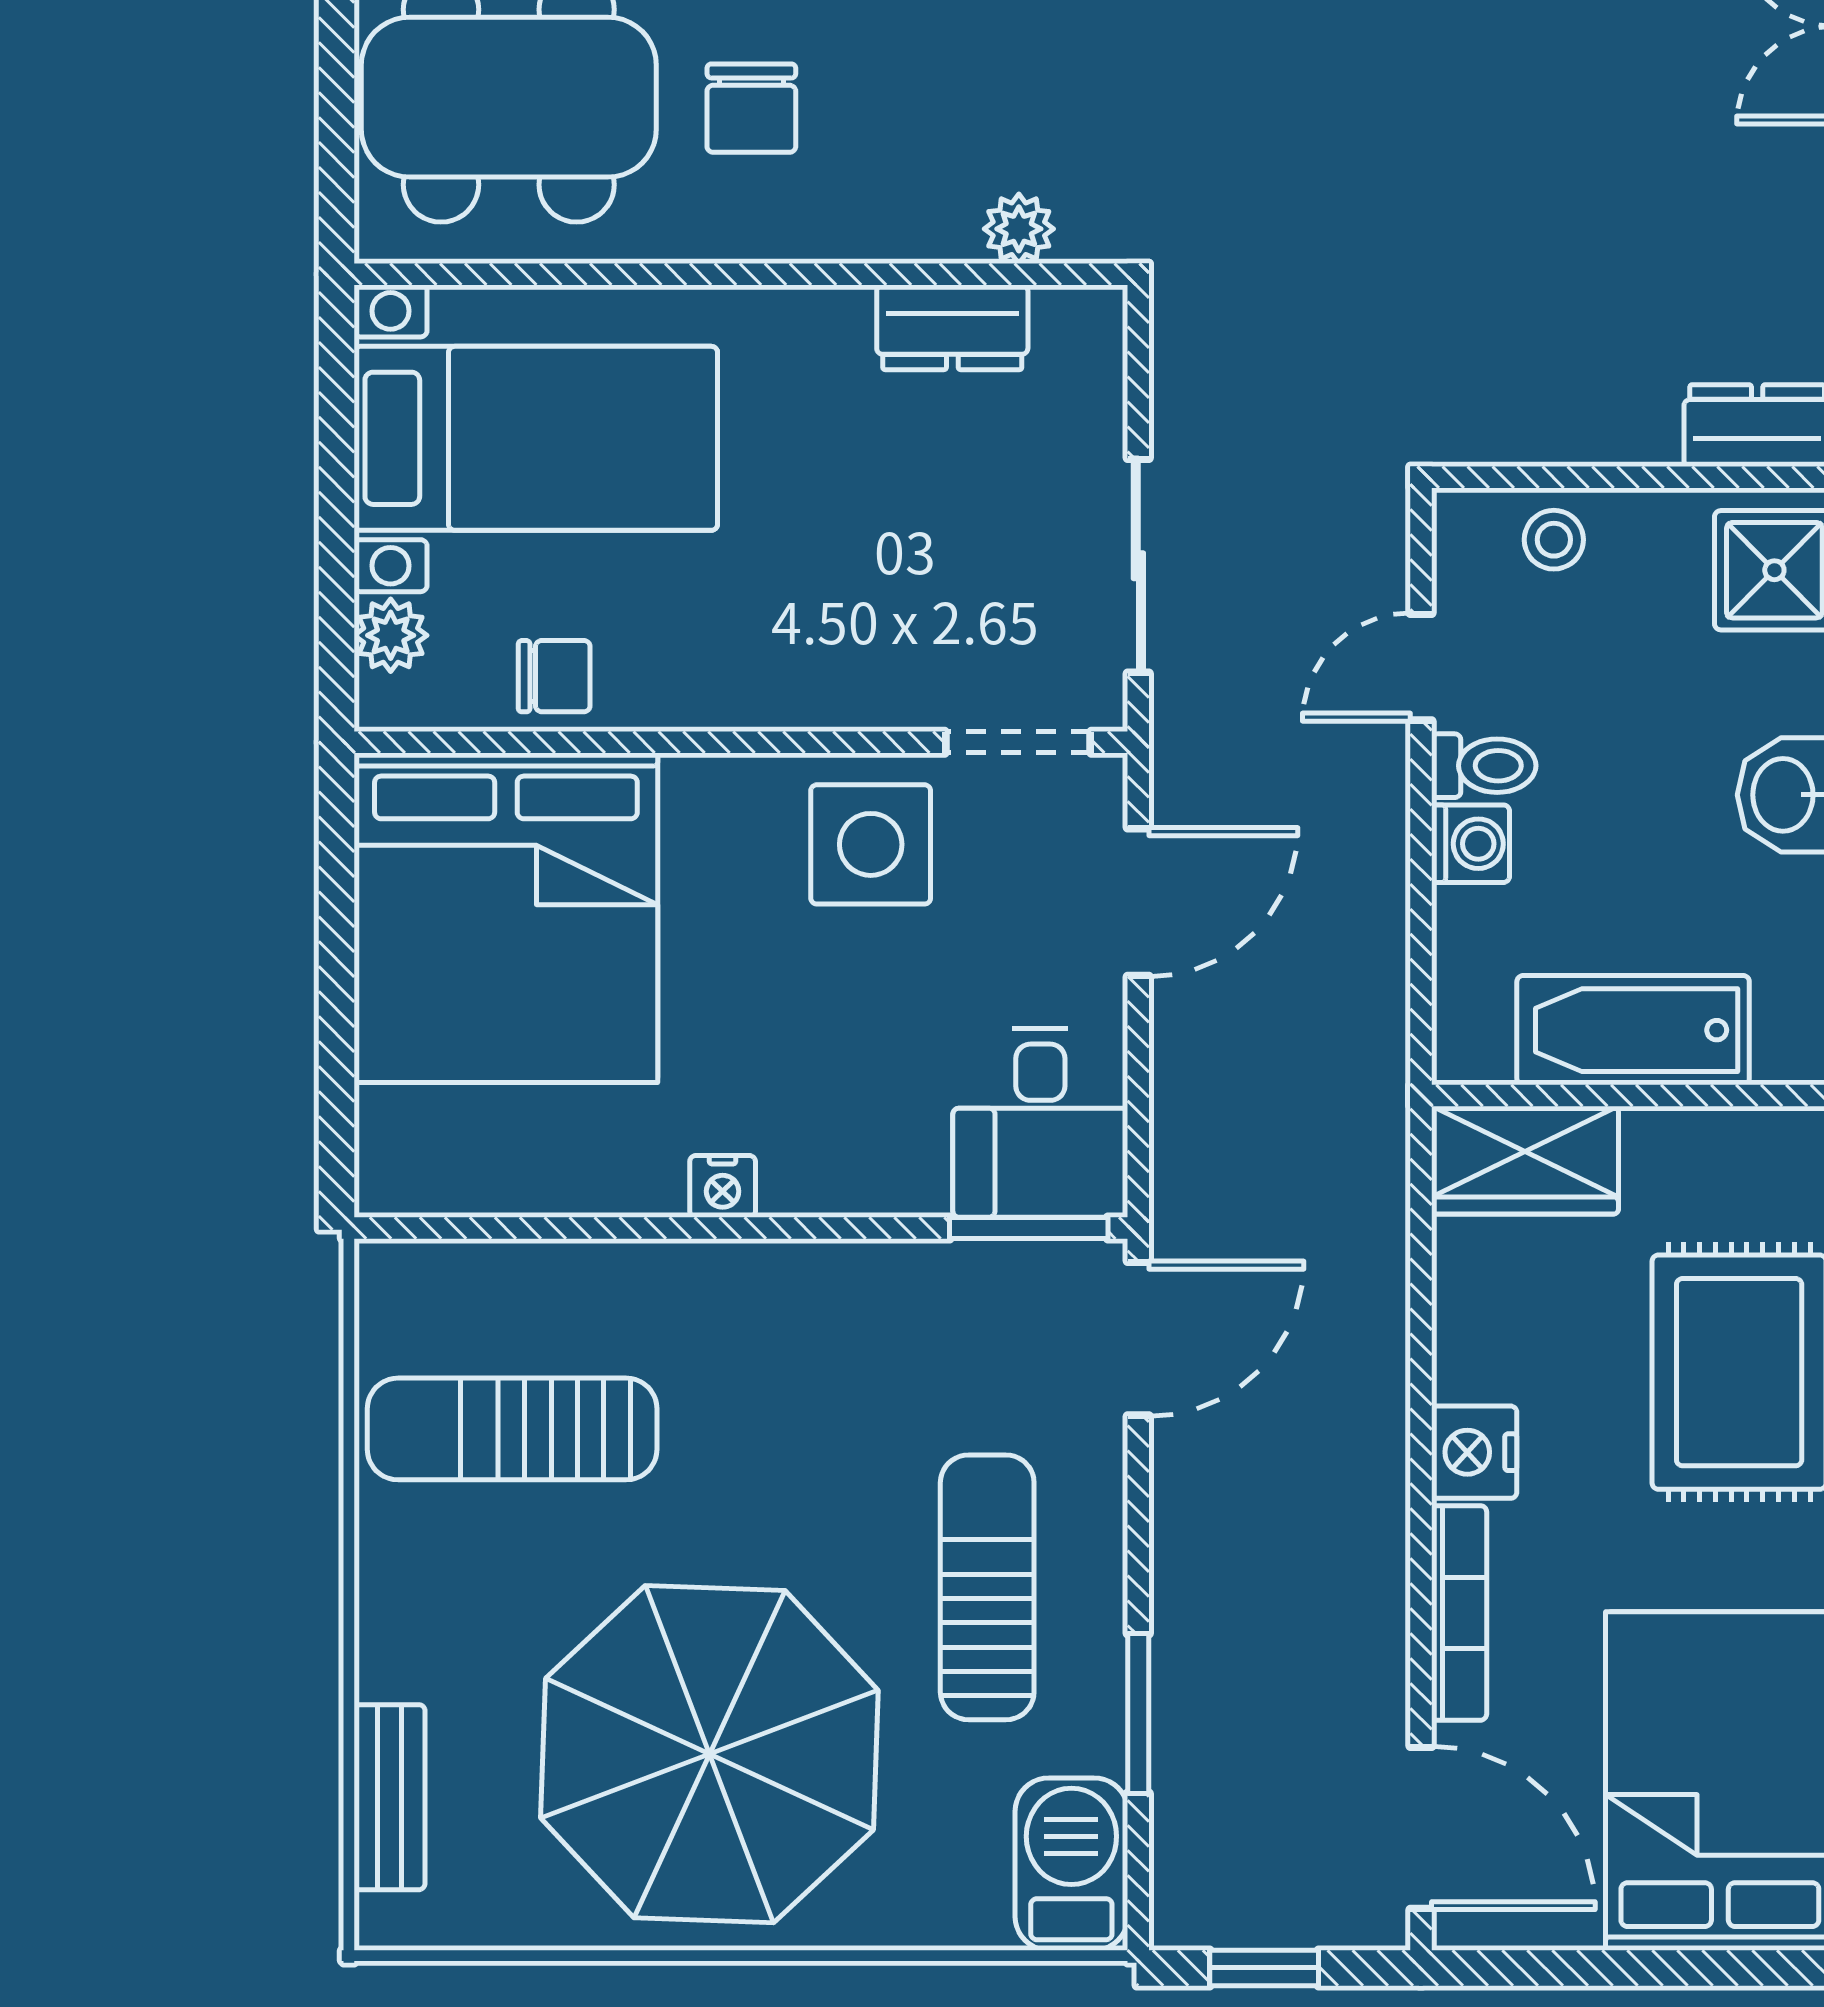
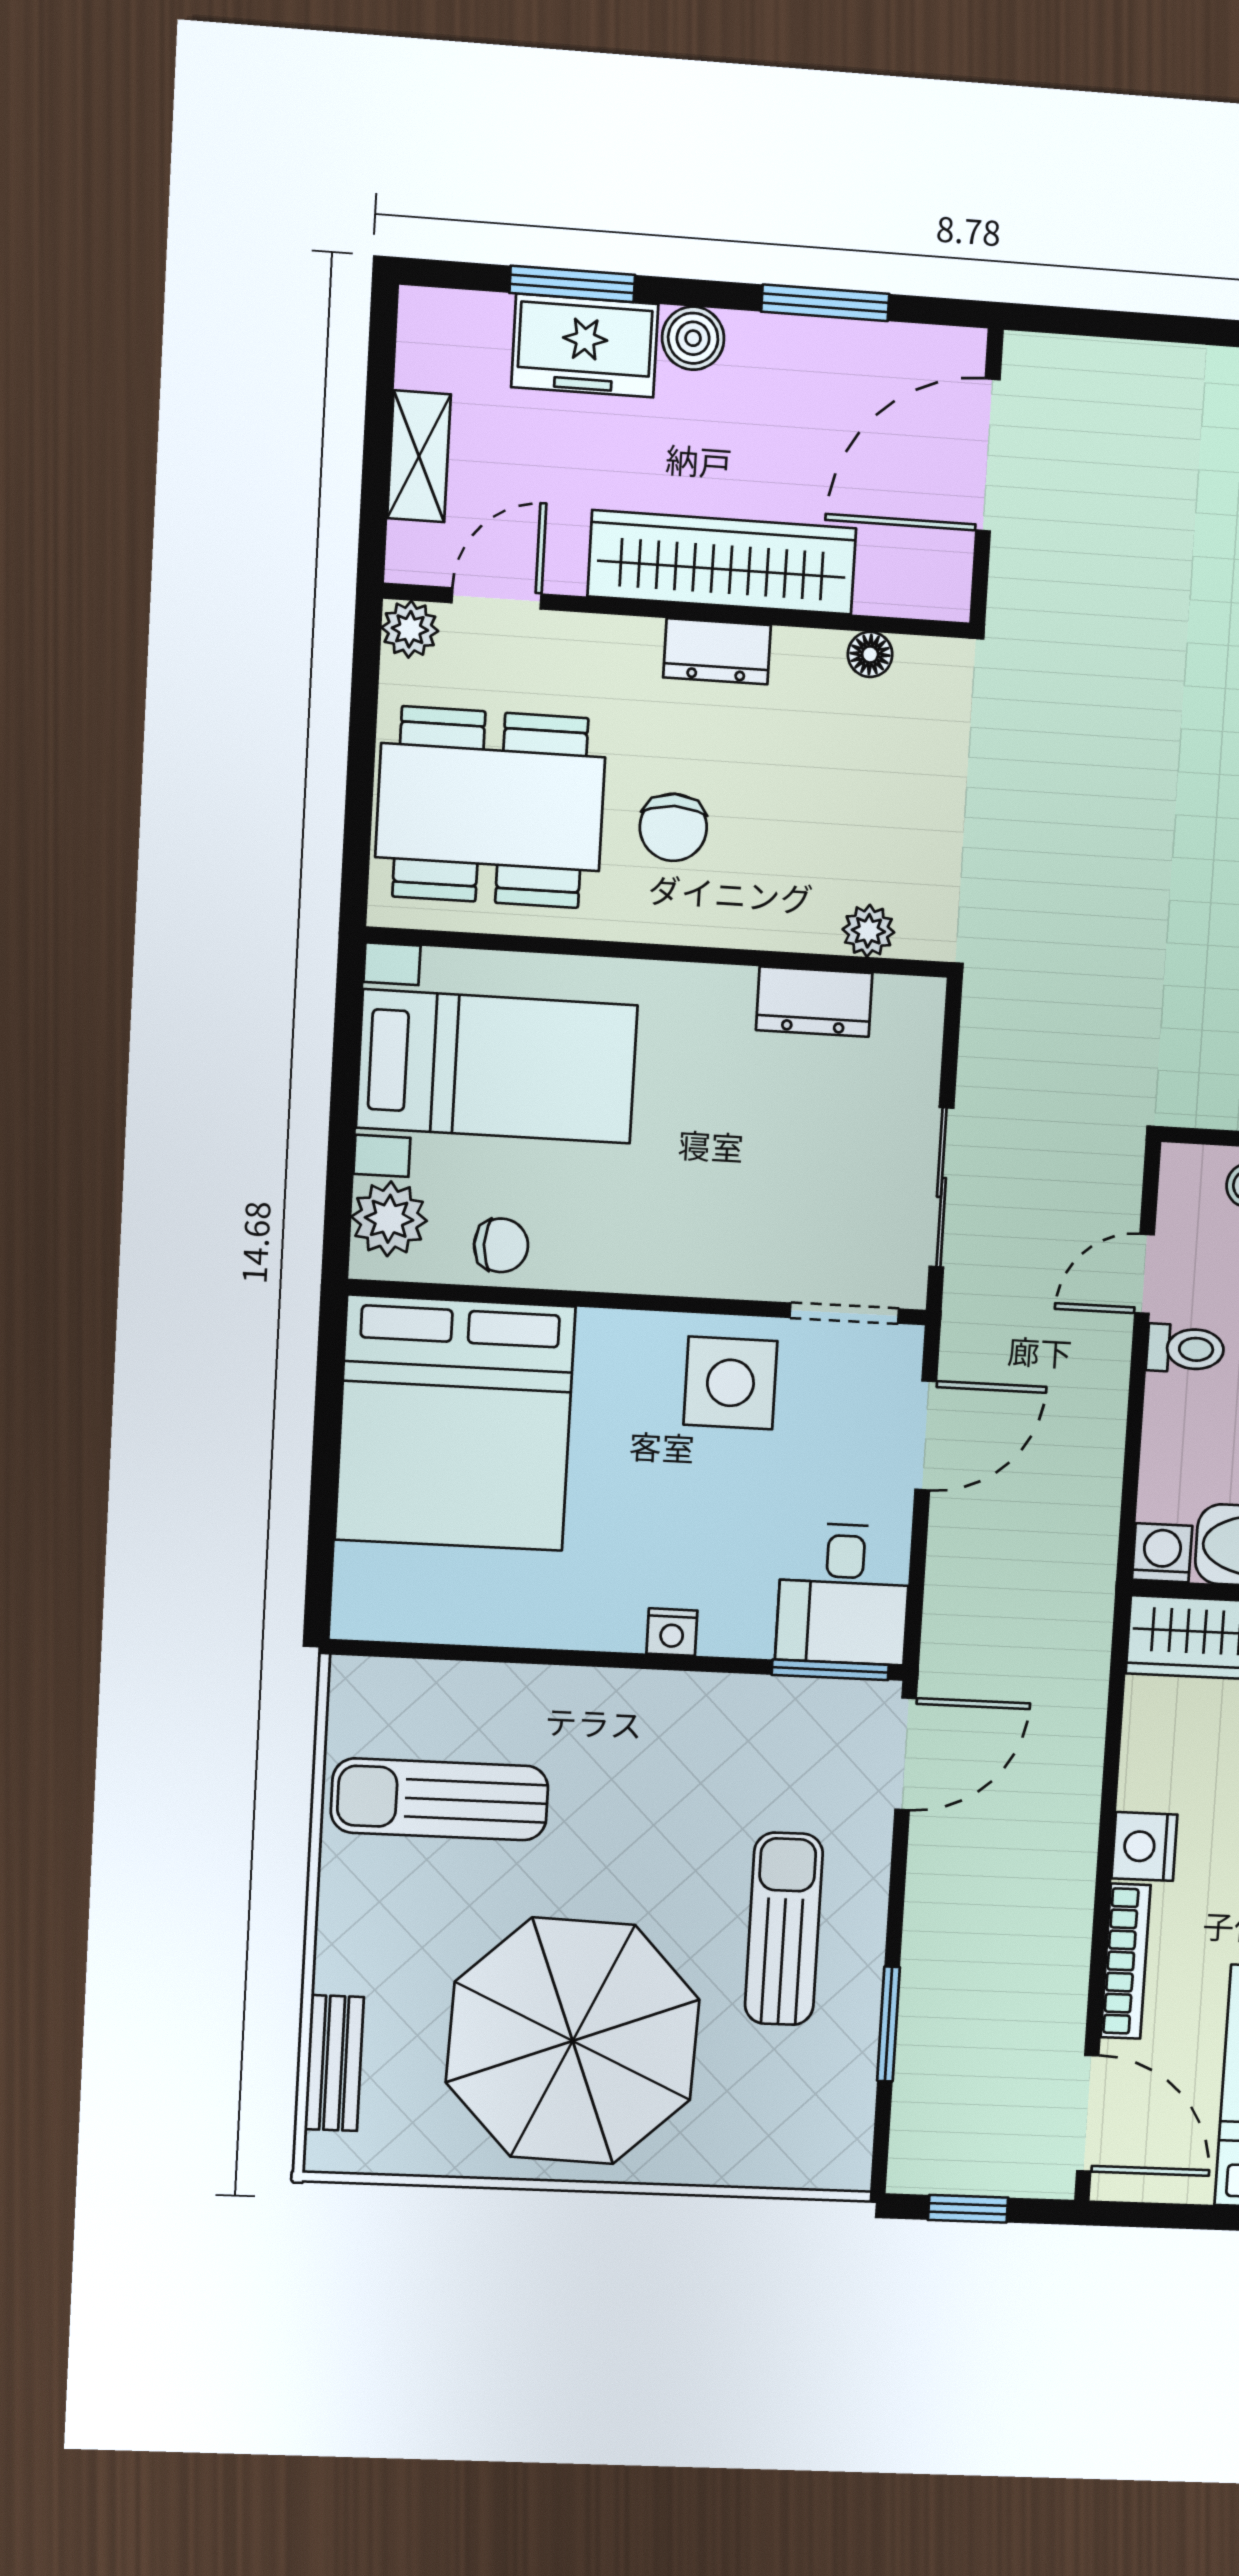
plant: (391, 635) -> (389, 1219), width x1.38, depth x1.38
washing machine: (1470, 844) -> (1162, 1553), moved, turned -90
nightstand: (723, 1186) -> (672, 1632), moved
barbecue: (1071, 1864) -> (833, 2130), removed

